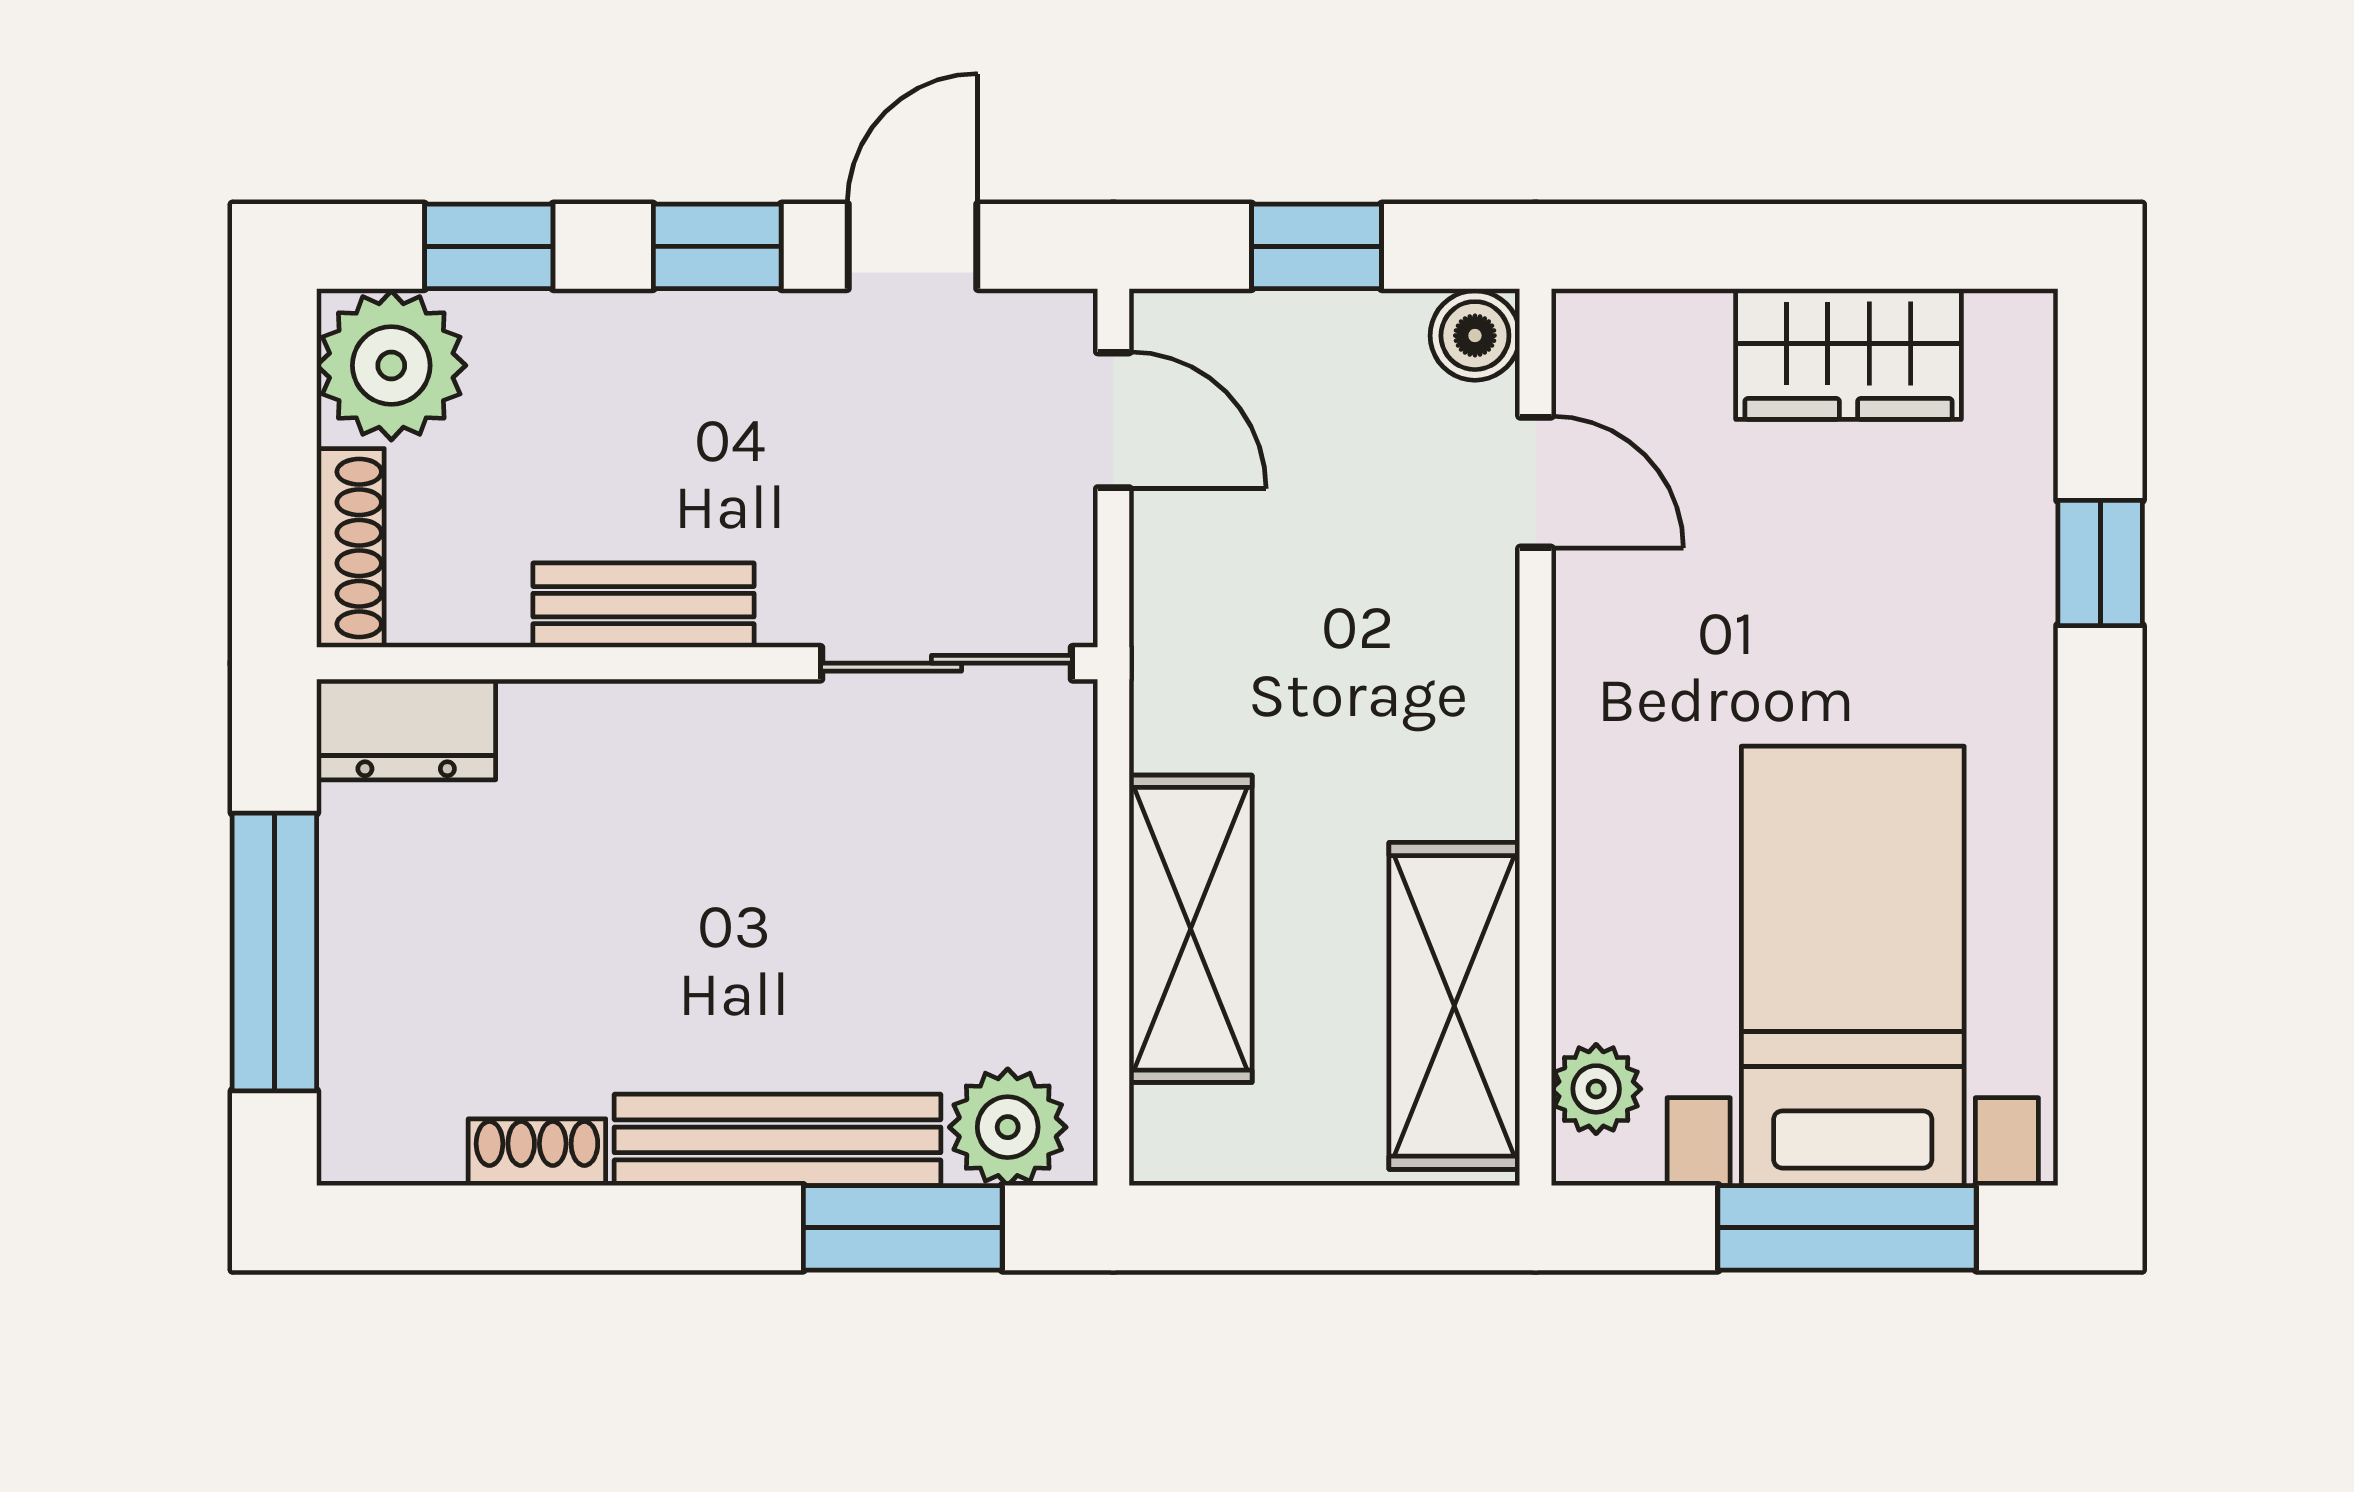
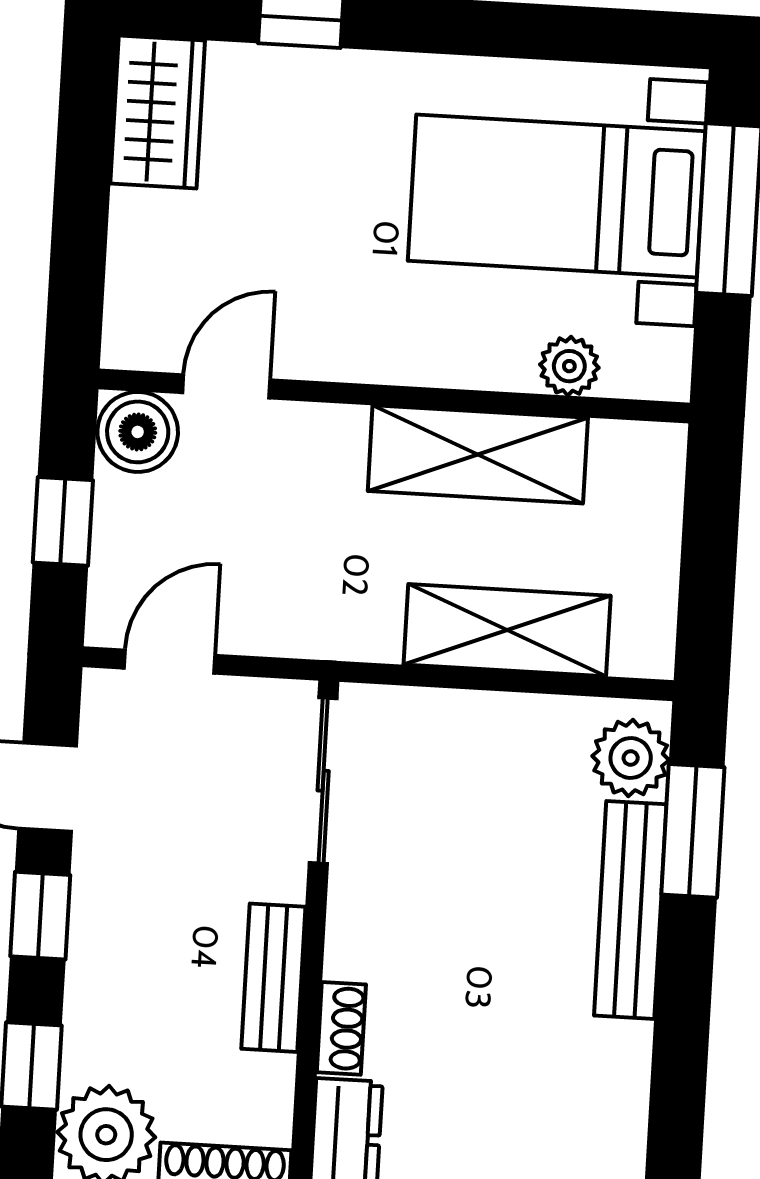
boiler: (1475, 336) -> (138, 432), width x1.36, depth x1.36
wardrobe: (1849, 354) -> (158, 112), moved
shelving: (1454, 1006) -> (478, 454), moved
plant: (1596, 1089) -> (569, 366), moved
shoe rack: (537, 1152) -> (341, 1028), moved, turned 180

